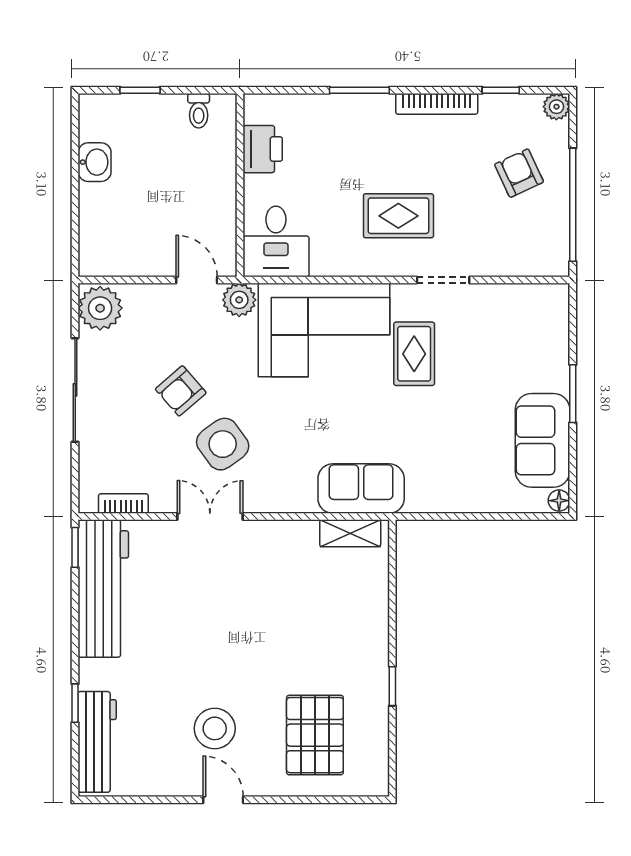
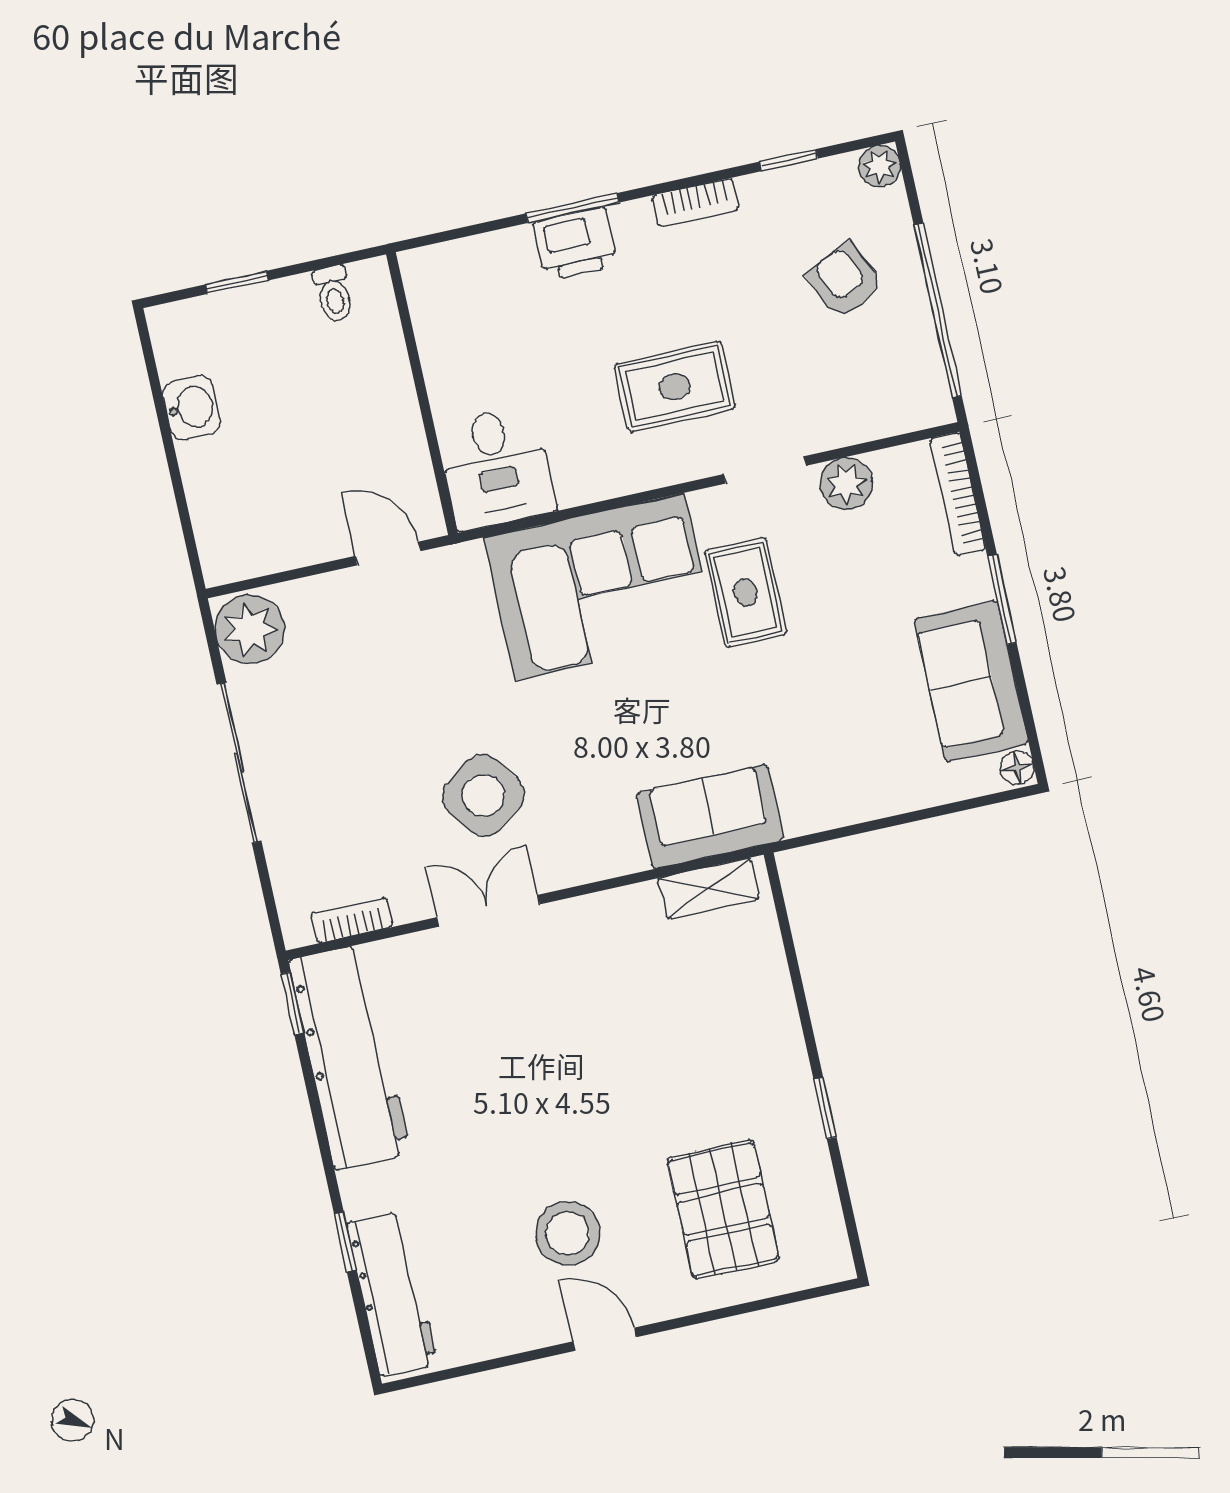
bookcase: (437, 104) -> (695, 203), width x0.64
printer: (263, 149) -> (576, 244), moved, turned 90
plant: (239, 300) -> (846, 484), moved
bookcase: (560, 322) -> (958, 494), added
armchair: (181, 391) -> (401, 728), removed

